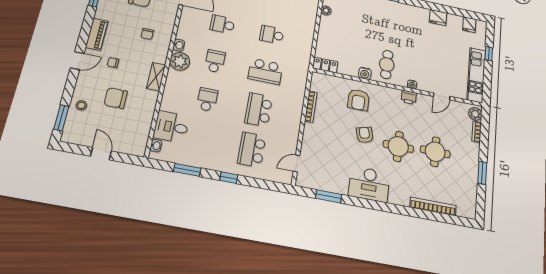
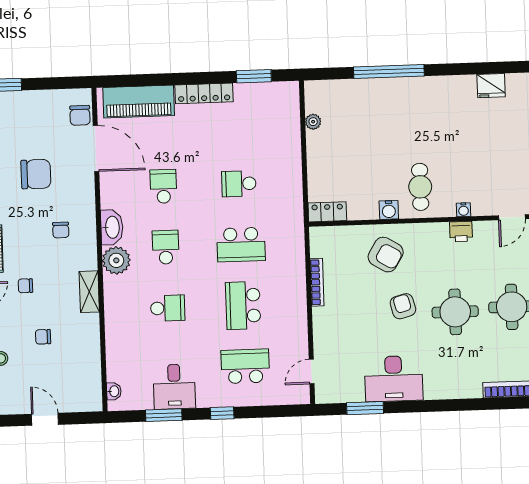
school desk: (222, 24) -> (163, 186), turned 90
washbasin: (179, 45) -> (112, 227), width x1.91, depth x1.45
chair: (116, 98) -> (43, 337), width x0.54, depth x0.54
school desk: (207, 100) -> (168, 308), turned 90
armchair: (359, 100) -> (386, 255), turned -59
desk: (171, 127) -> (174, 387), moved, turned -90
school desk: (252, 150) -> (245, 366), turned 90
desk: (369, 184) -> (394, 379), moved

